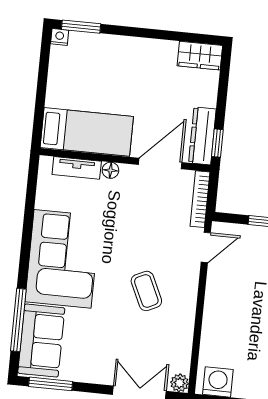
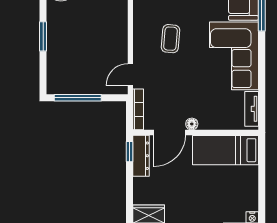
tv unit: (77, 168) -> (252, 109), moved, turned -90
floor lamp: (110, 170) -> (192, 124), moved
coffee table: (146, 291) -> (170, 39), turned 30

